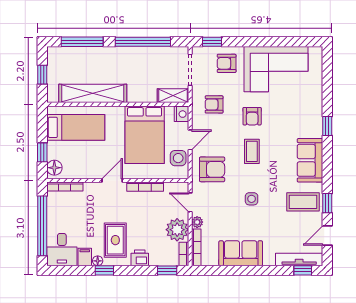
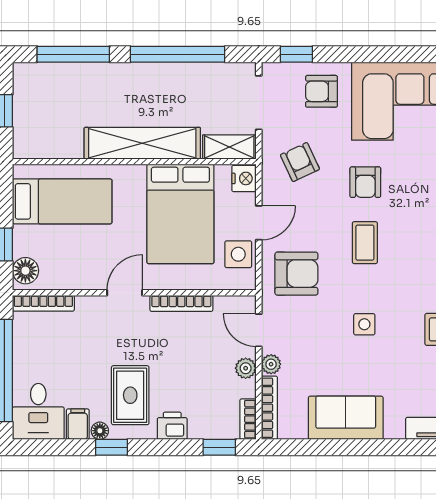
shelving: (93, 93) -> (142, 143), moved
armchair: (214, 104) -> (300, 162), turned 65
plant: (177, 230) -> (246, 368), width x0.53, depth x0.53

